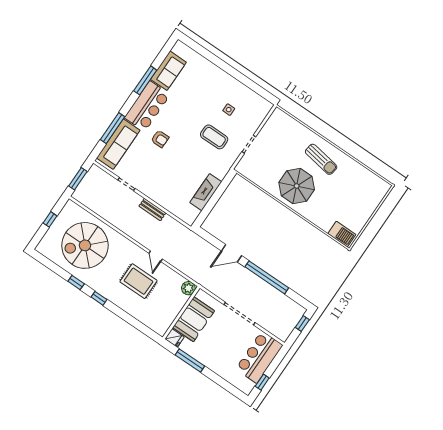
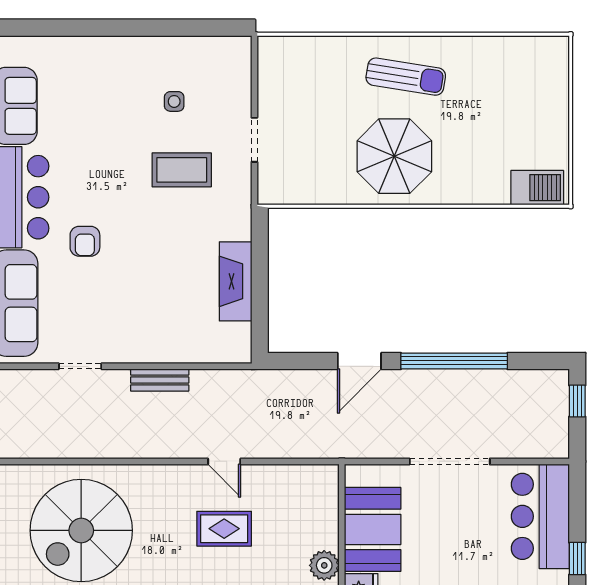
armchair: (160, 139) -> (85, 241), turned 90
rug: (139, 281) -> (224, 529), width x0.73, depth x0.70
plant: (188, 288) -> (324, 565), moved

